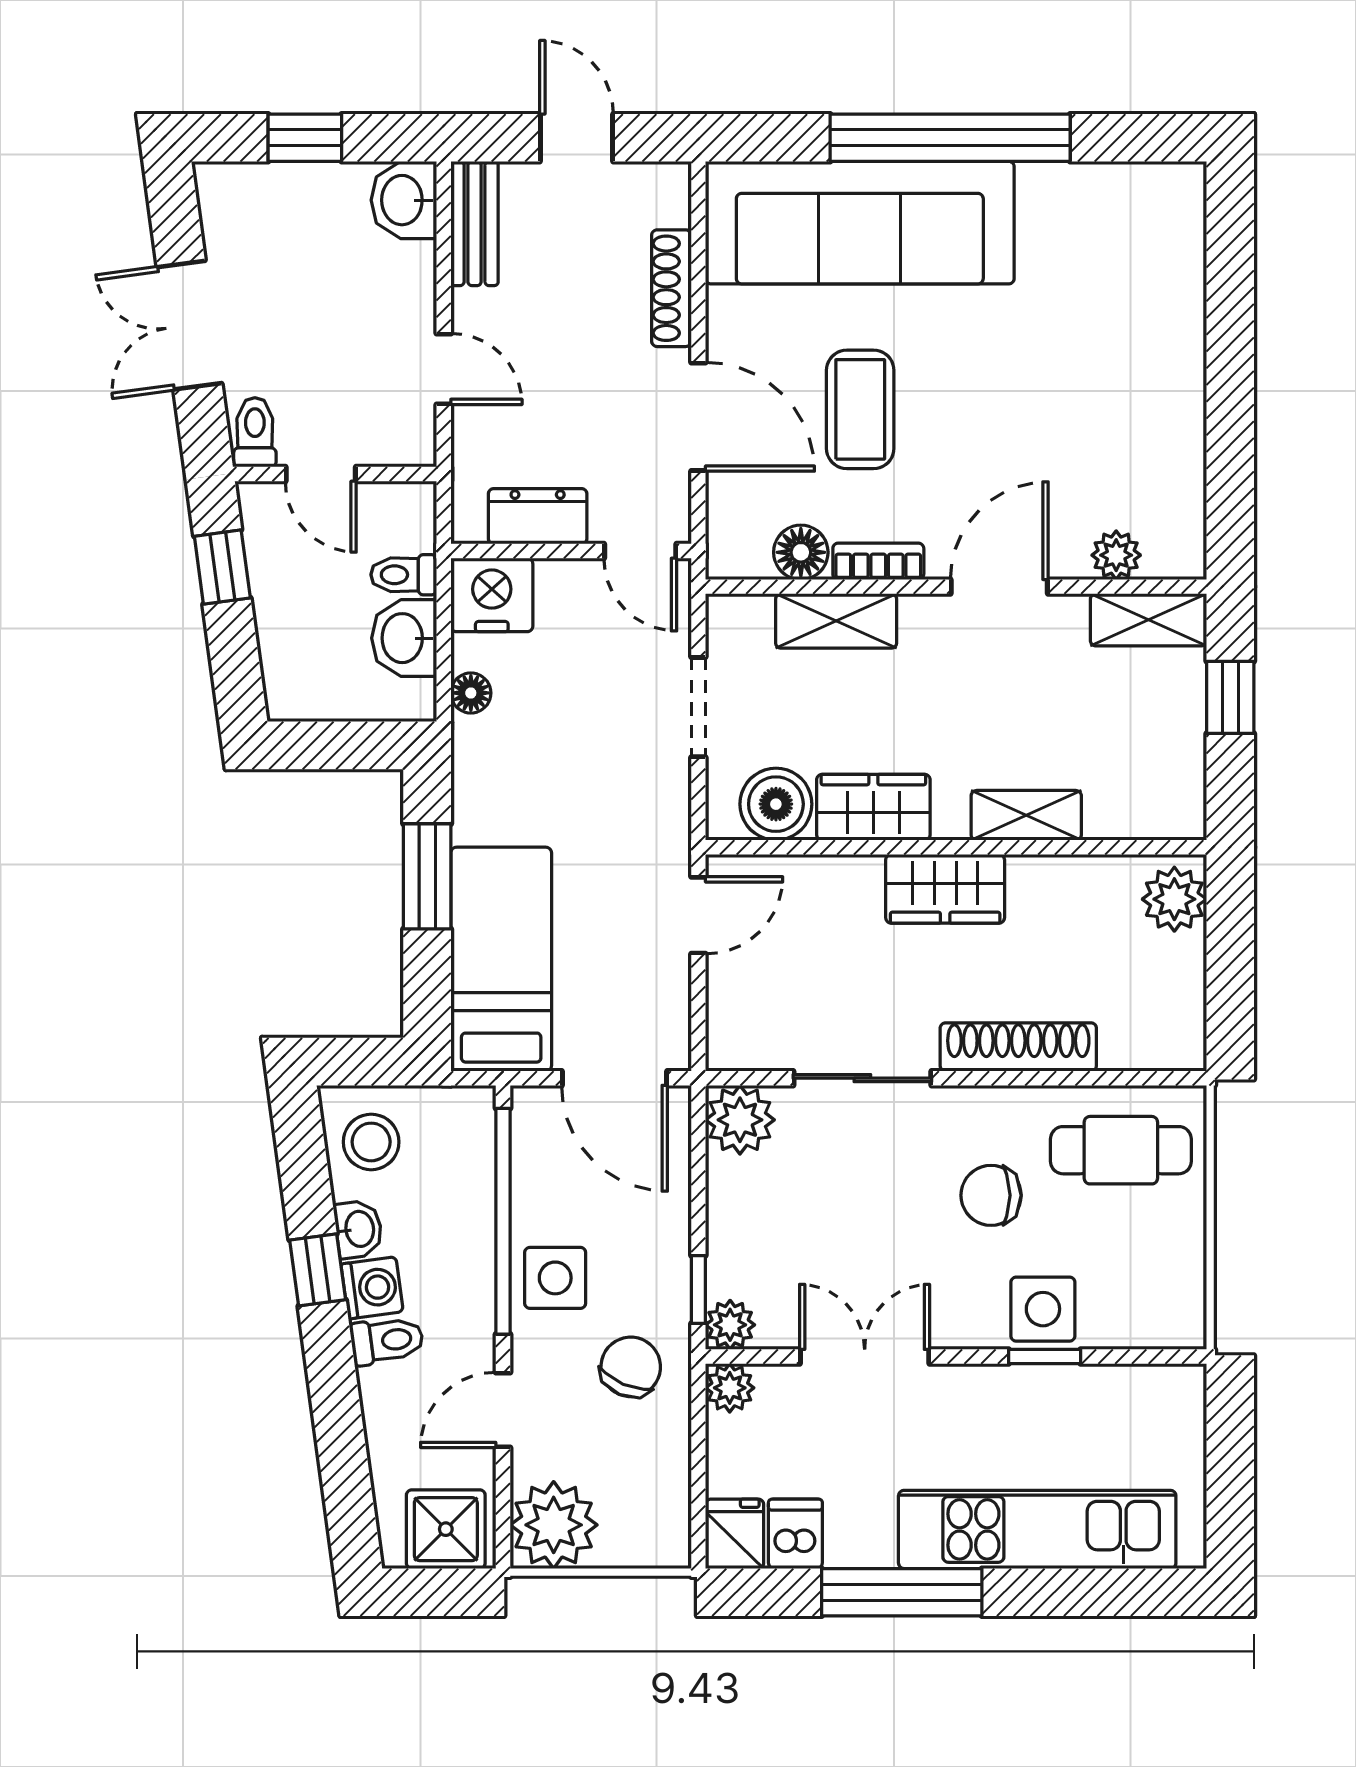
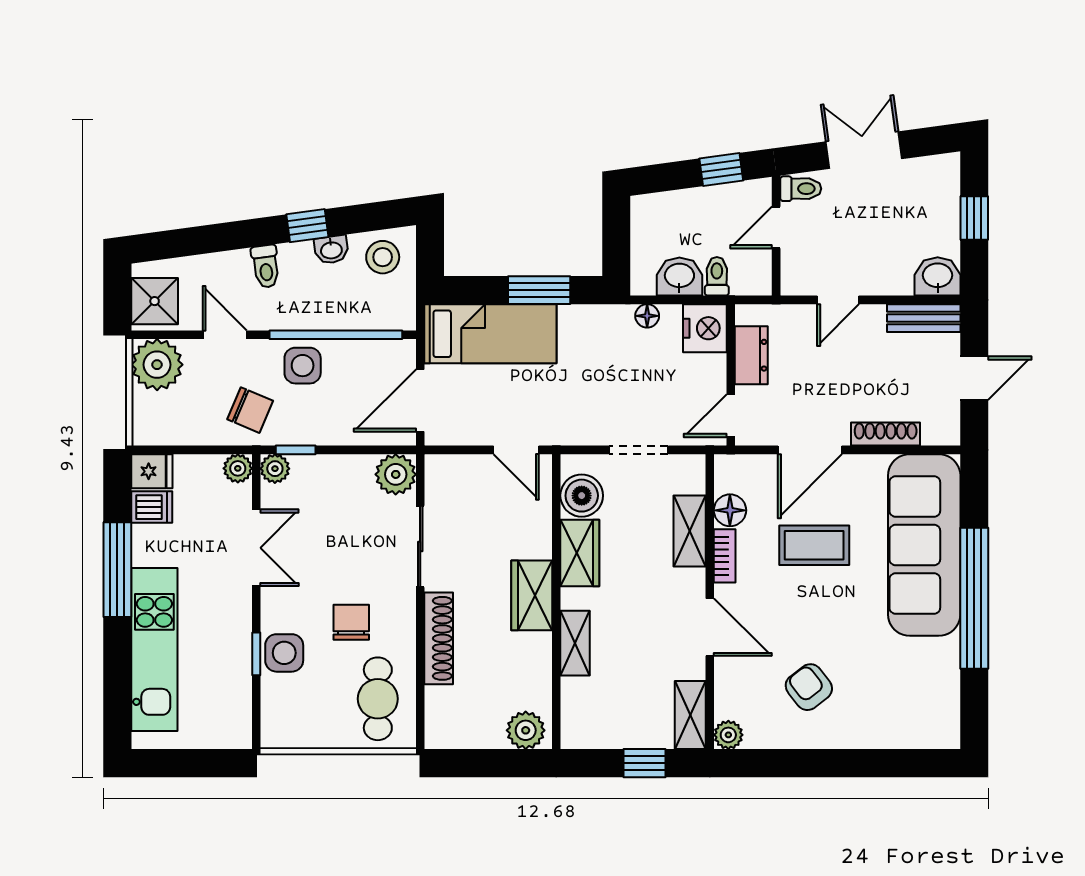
armchair: (1101, 418) -> (809, 687), added
plant: (1116, 555) -> (728, 735), moved
washing machine: (372, 1288) -> (297, 258), removed

